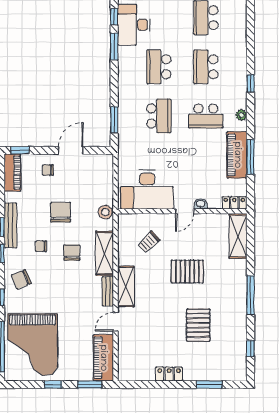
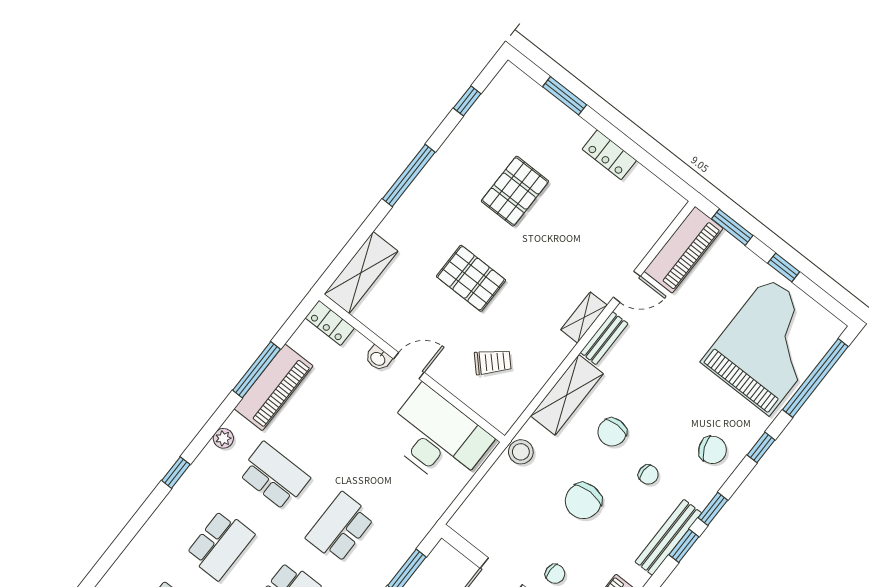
shelving: (126, 287) -> (584, 317), width x0.67, depth x0.75

